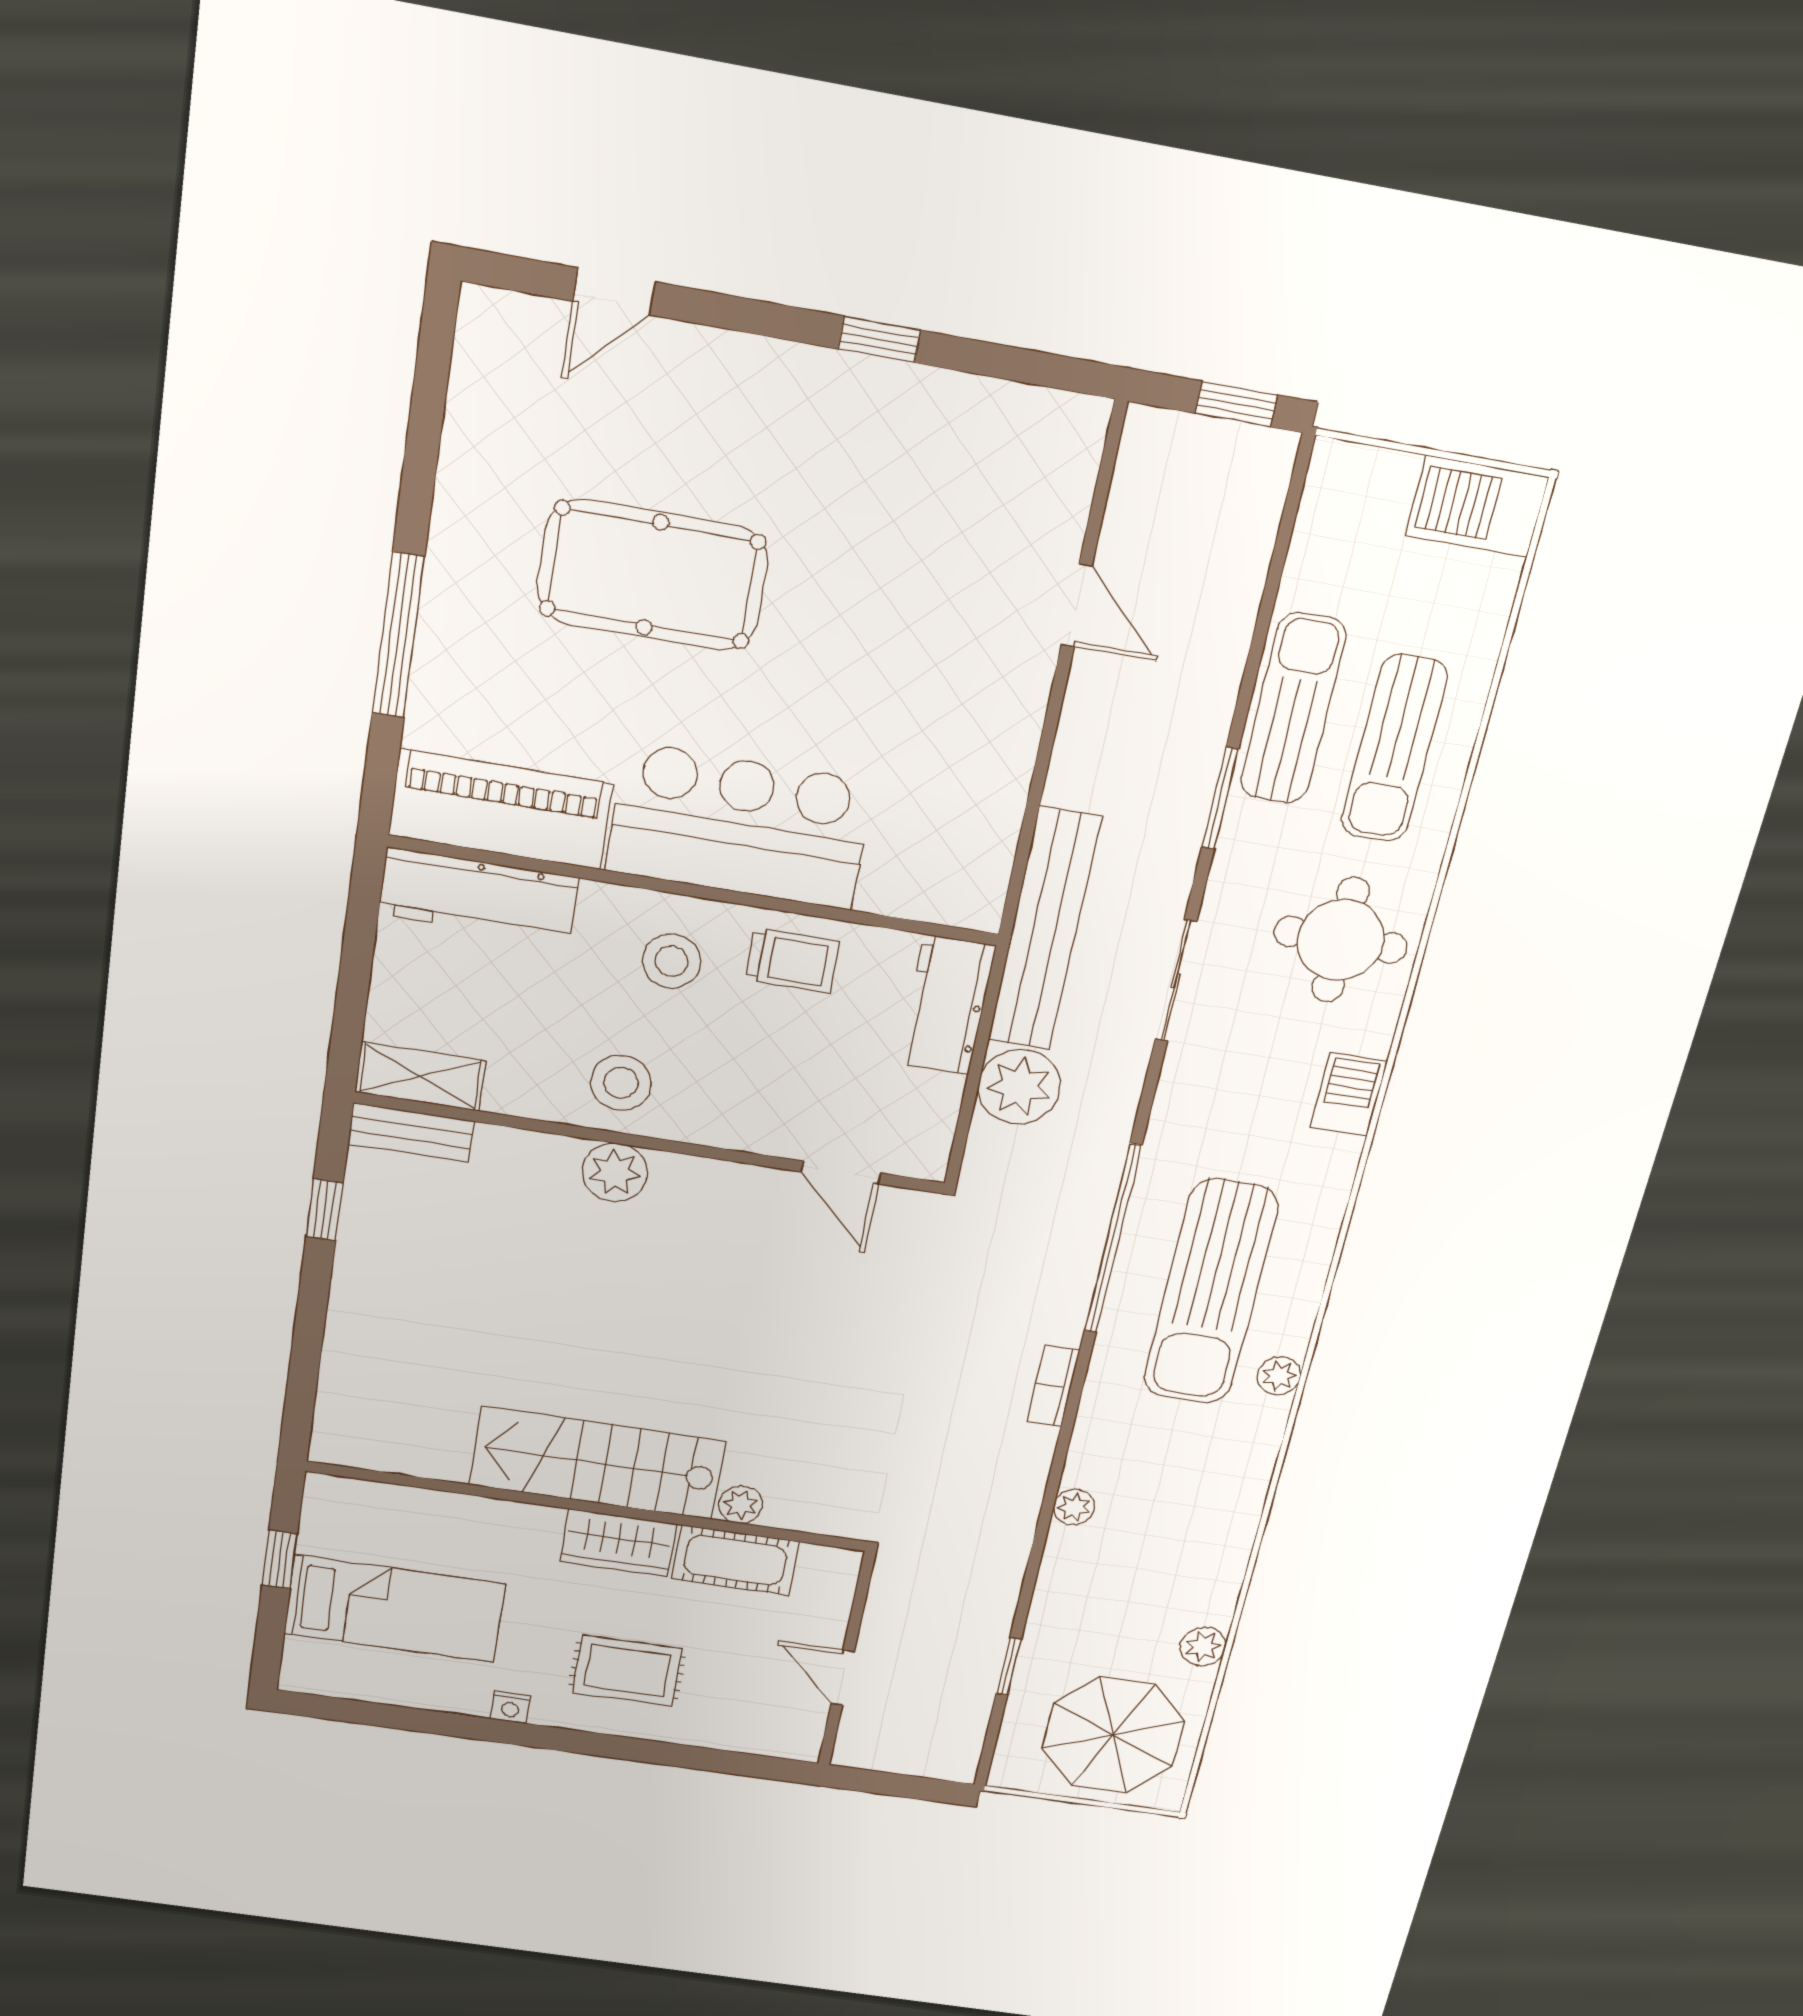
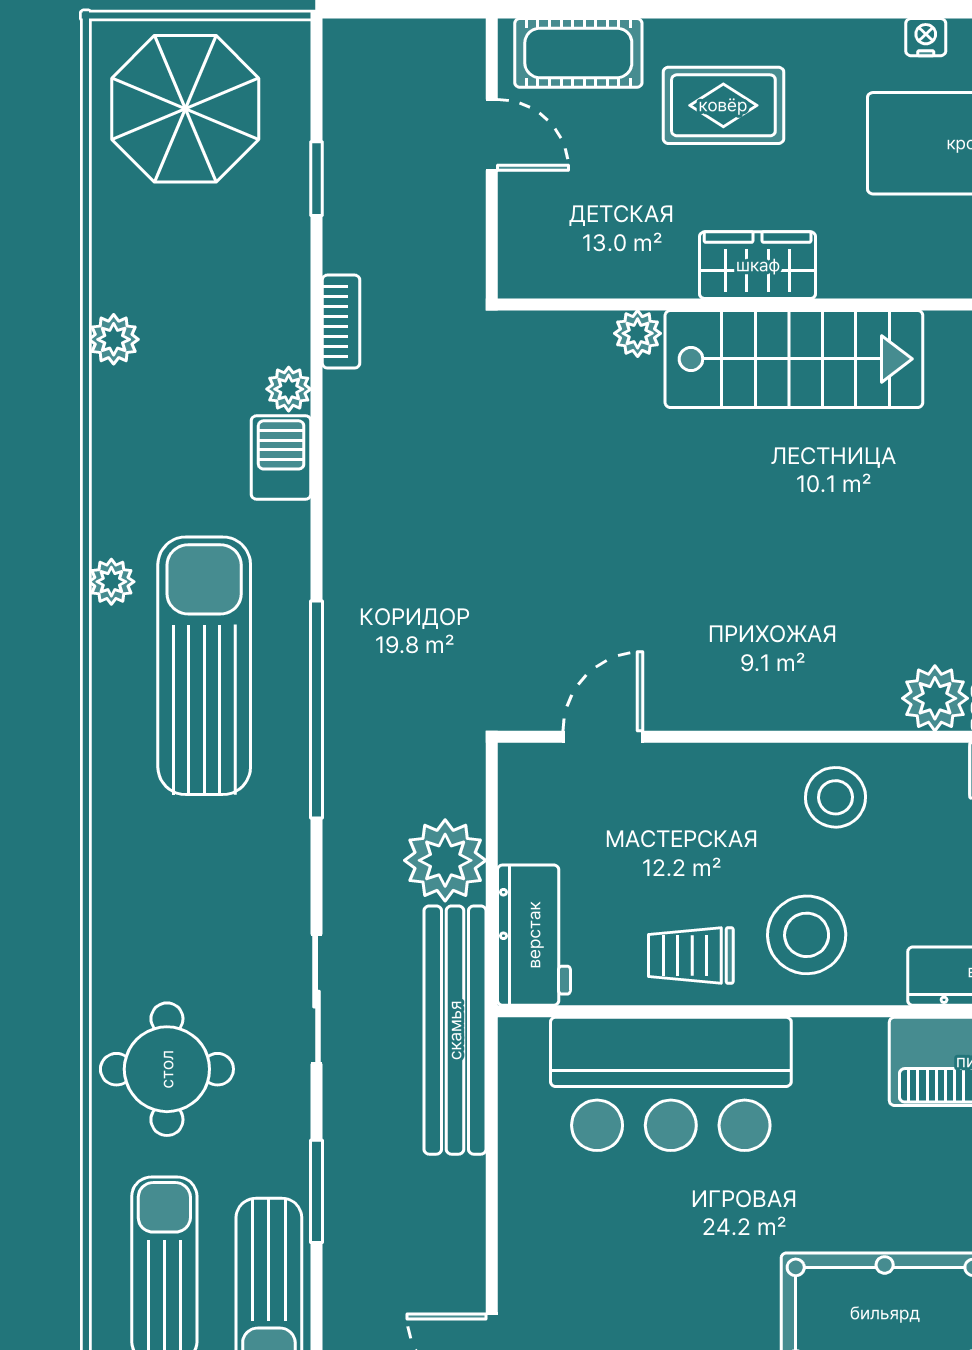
bar counter: (740, 826) -> (671, 1084), moved
stool: (672, 961) -> (807, 935), width x1.38, depth x1.38
barbecue: (1349, 1094) -> (281, 457), moved, turned 180
plant: (615, 1172) -> (935, 698), moved
door: (841, 1172) -> (603, 737), hinge flipped
bookcase: (1053, 1386) -> (341, 322), moved
cot: (735, 1560) -> (578, 53), moved
plant: (1203, 1647) -> (114, 339), moved
nightstand: (510, 1707) -> (926, 37), moved

